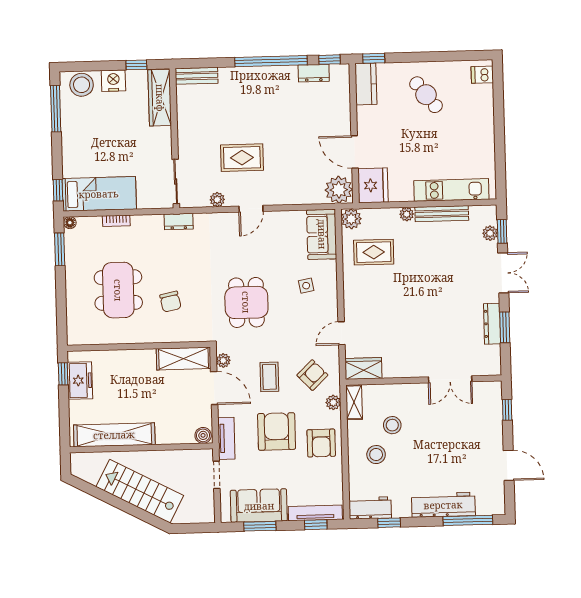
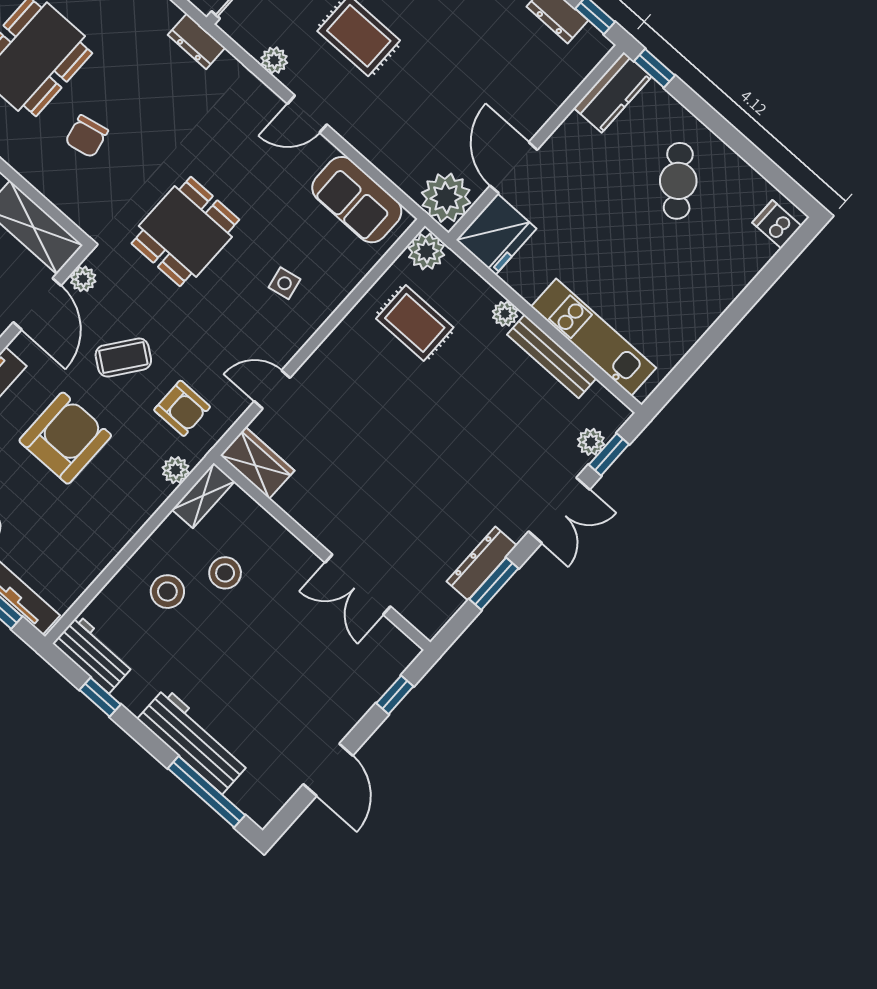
sofa: (322, 234) -> (357, 200), moved, turned -90
armchair: (312, 375) -> (182, 408), turned 44
coffee table: (269, 377) -> (123, 358), turned 37
armchair: (321, 443) -> (110, 509), removed

